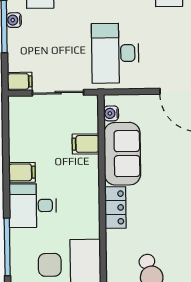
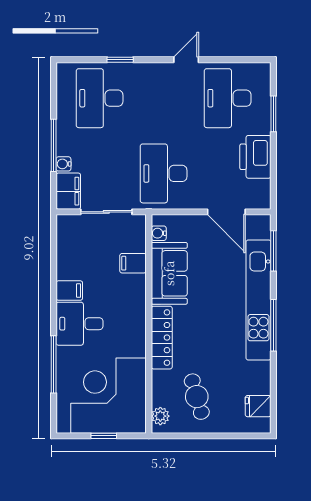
water cooler: (14, 20) -> (63, 164), moved
filing cabinet: (20, 82) -> (68, 191), width x2.00
locker: (115, 207) -> (162, 338), width x1.53

